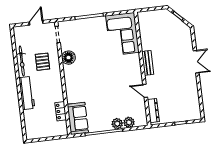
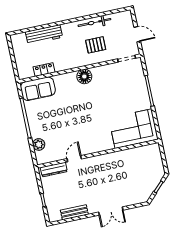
floor lamp: (68, 58) -> (84, 76), moved
bench: (148, 63) -> (74, 212), moved
workbench: (27, 93) -> (44, 35), moved
plant: (117, 124) -> (36, 132), removed

